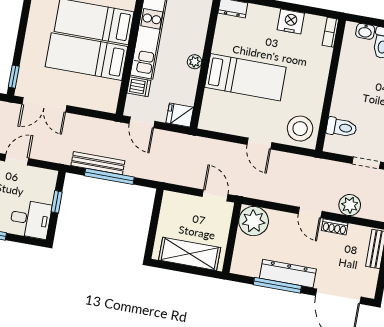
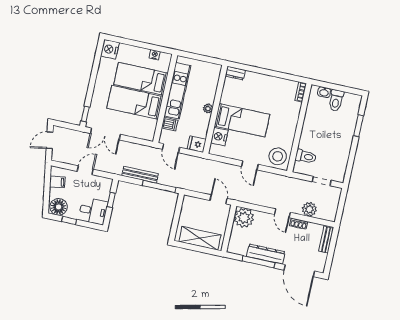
nightstand: (291, 21) -> (219, 137), moved, turned -90
window: (109, 176) -> (159, 186), moved

